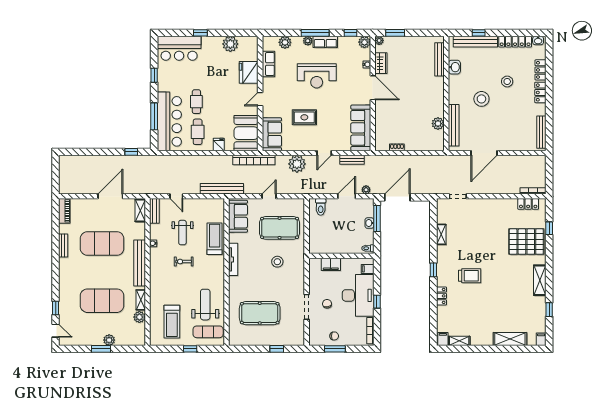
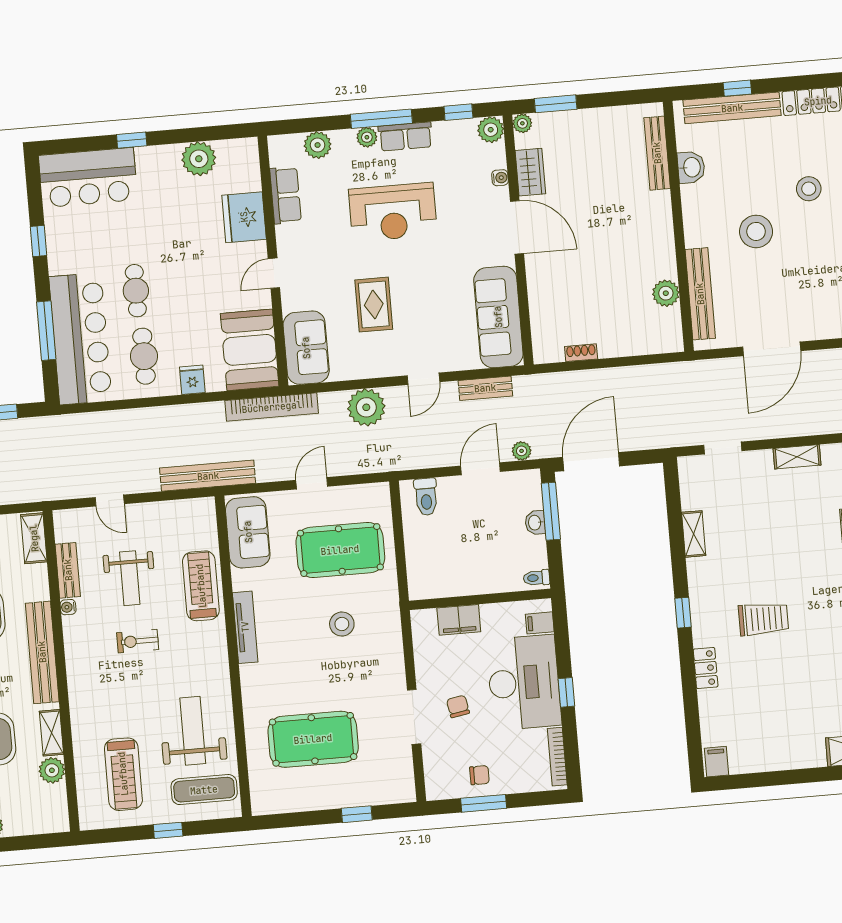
rug: (304, 117) -> (374, 305), turned 90
bench: (154, 211) -> (68, 570), moved
shelving: (459, 341) -> (797, 457), moved

